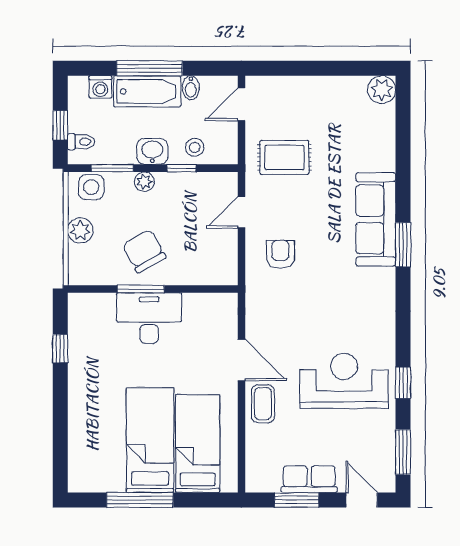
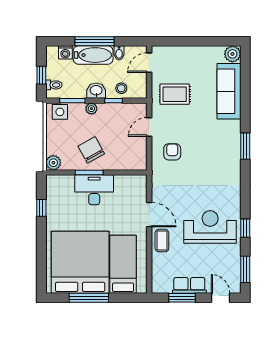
sofa: (376, 219) -> (229, 91), moved
plant: (80, 230) -> (53, 163), moved
bed: (150, 440) -> (80, 262), width x2.04

